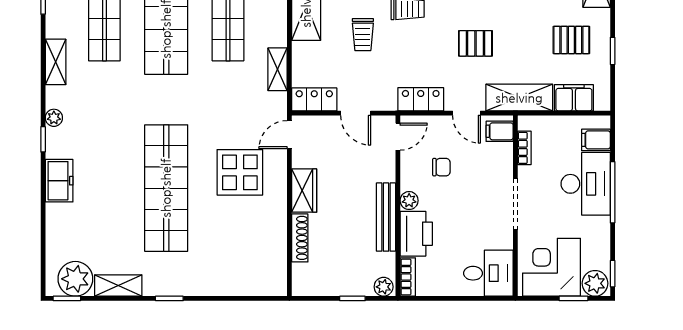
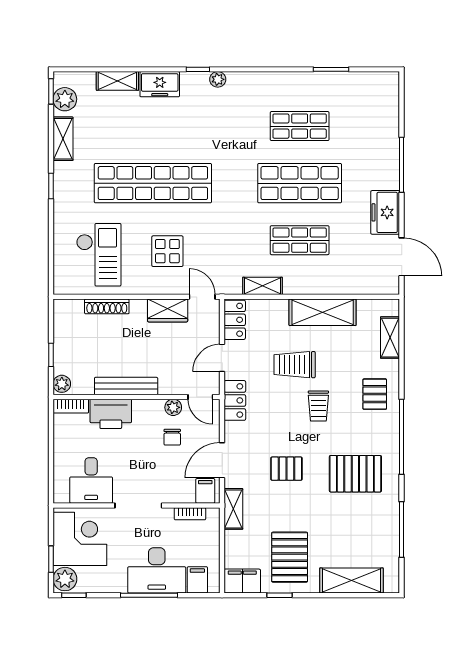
trolley: (363, 35) -> (295, 365), width x1.36, depth x1.39
pallet: (571, 40) -> (290, 557), width x1.50, depth x1.42
pallet: (475, 43) -> (286, 469), turned 90
shelving: (56, 62) -> (117, 81), moved
shelving: (519, 98) -> (233, 509), width x0.67, depth x0.75
filing cabinet: (574, 98) -> (242, 581), moved, turned -90
locker: (421, 99) -> (235, 400), moved
door: (466, 113) -> (222, 460), width x1.38
display table: (240, 172) -> (167, 251), width x0.73, depth x0.73
wardrobe: (304, 191) -> (168, 310), moved
plant: (409, 201) -> (173, 407), moved
checkout: (244, 247) -> (99, 255), added
desk: (488, 273) -> (91, 480), moved
plant: (75, 279) -> (65, 99), width x0.73, depth x0.73

